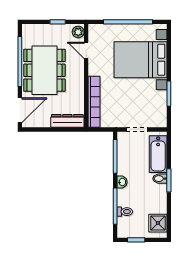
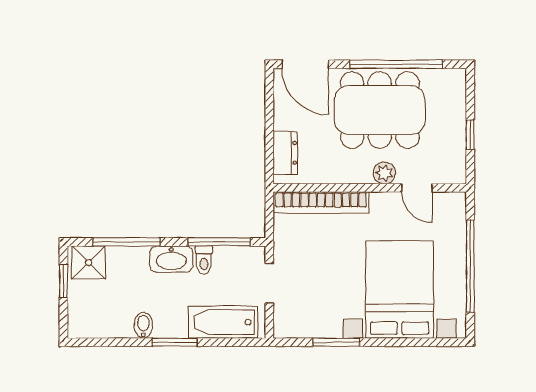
plant: (78, 32) -> (384, 173), moved
door: (86, 50) -> (417, 188), swing flipped
dresser: (67, 121) -> (285, 153), width x0.70
bidet: (160, 179) -> (143, 325), moved
washbasin: (122, 182) -> (171, 259), width x1.91, depth x1.45
toilet: (125, 212) -> (204, 260), moved
shower: (158, 223) -> (89, 262), moved

